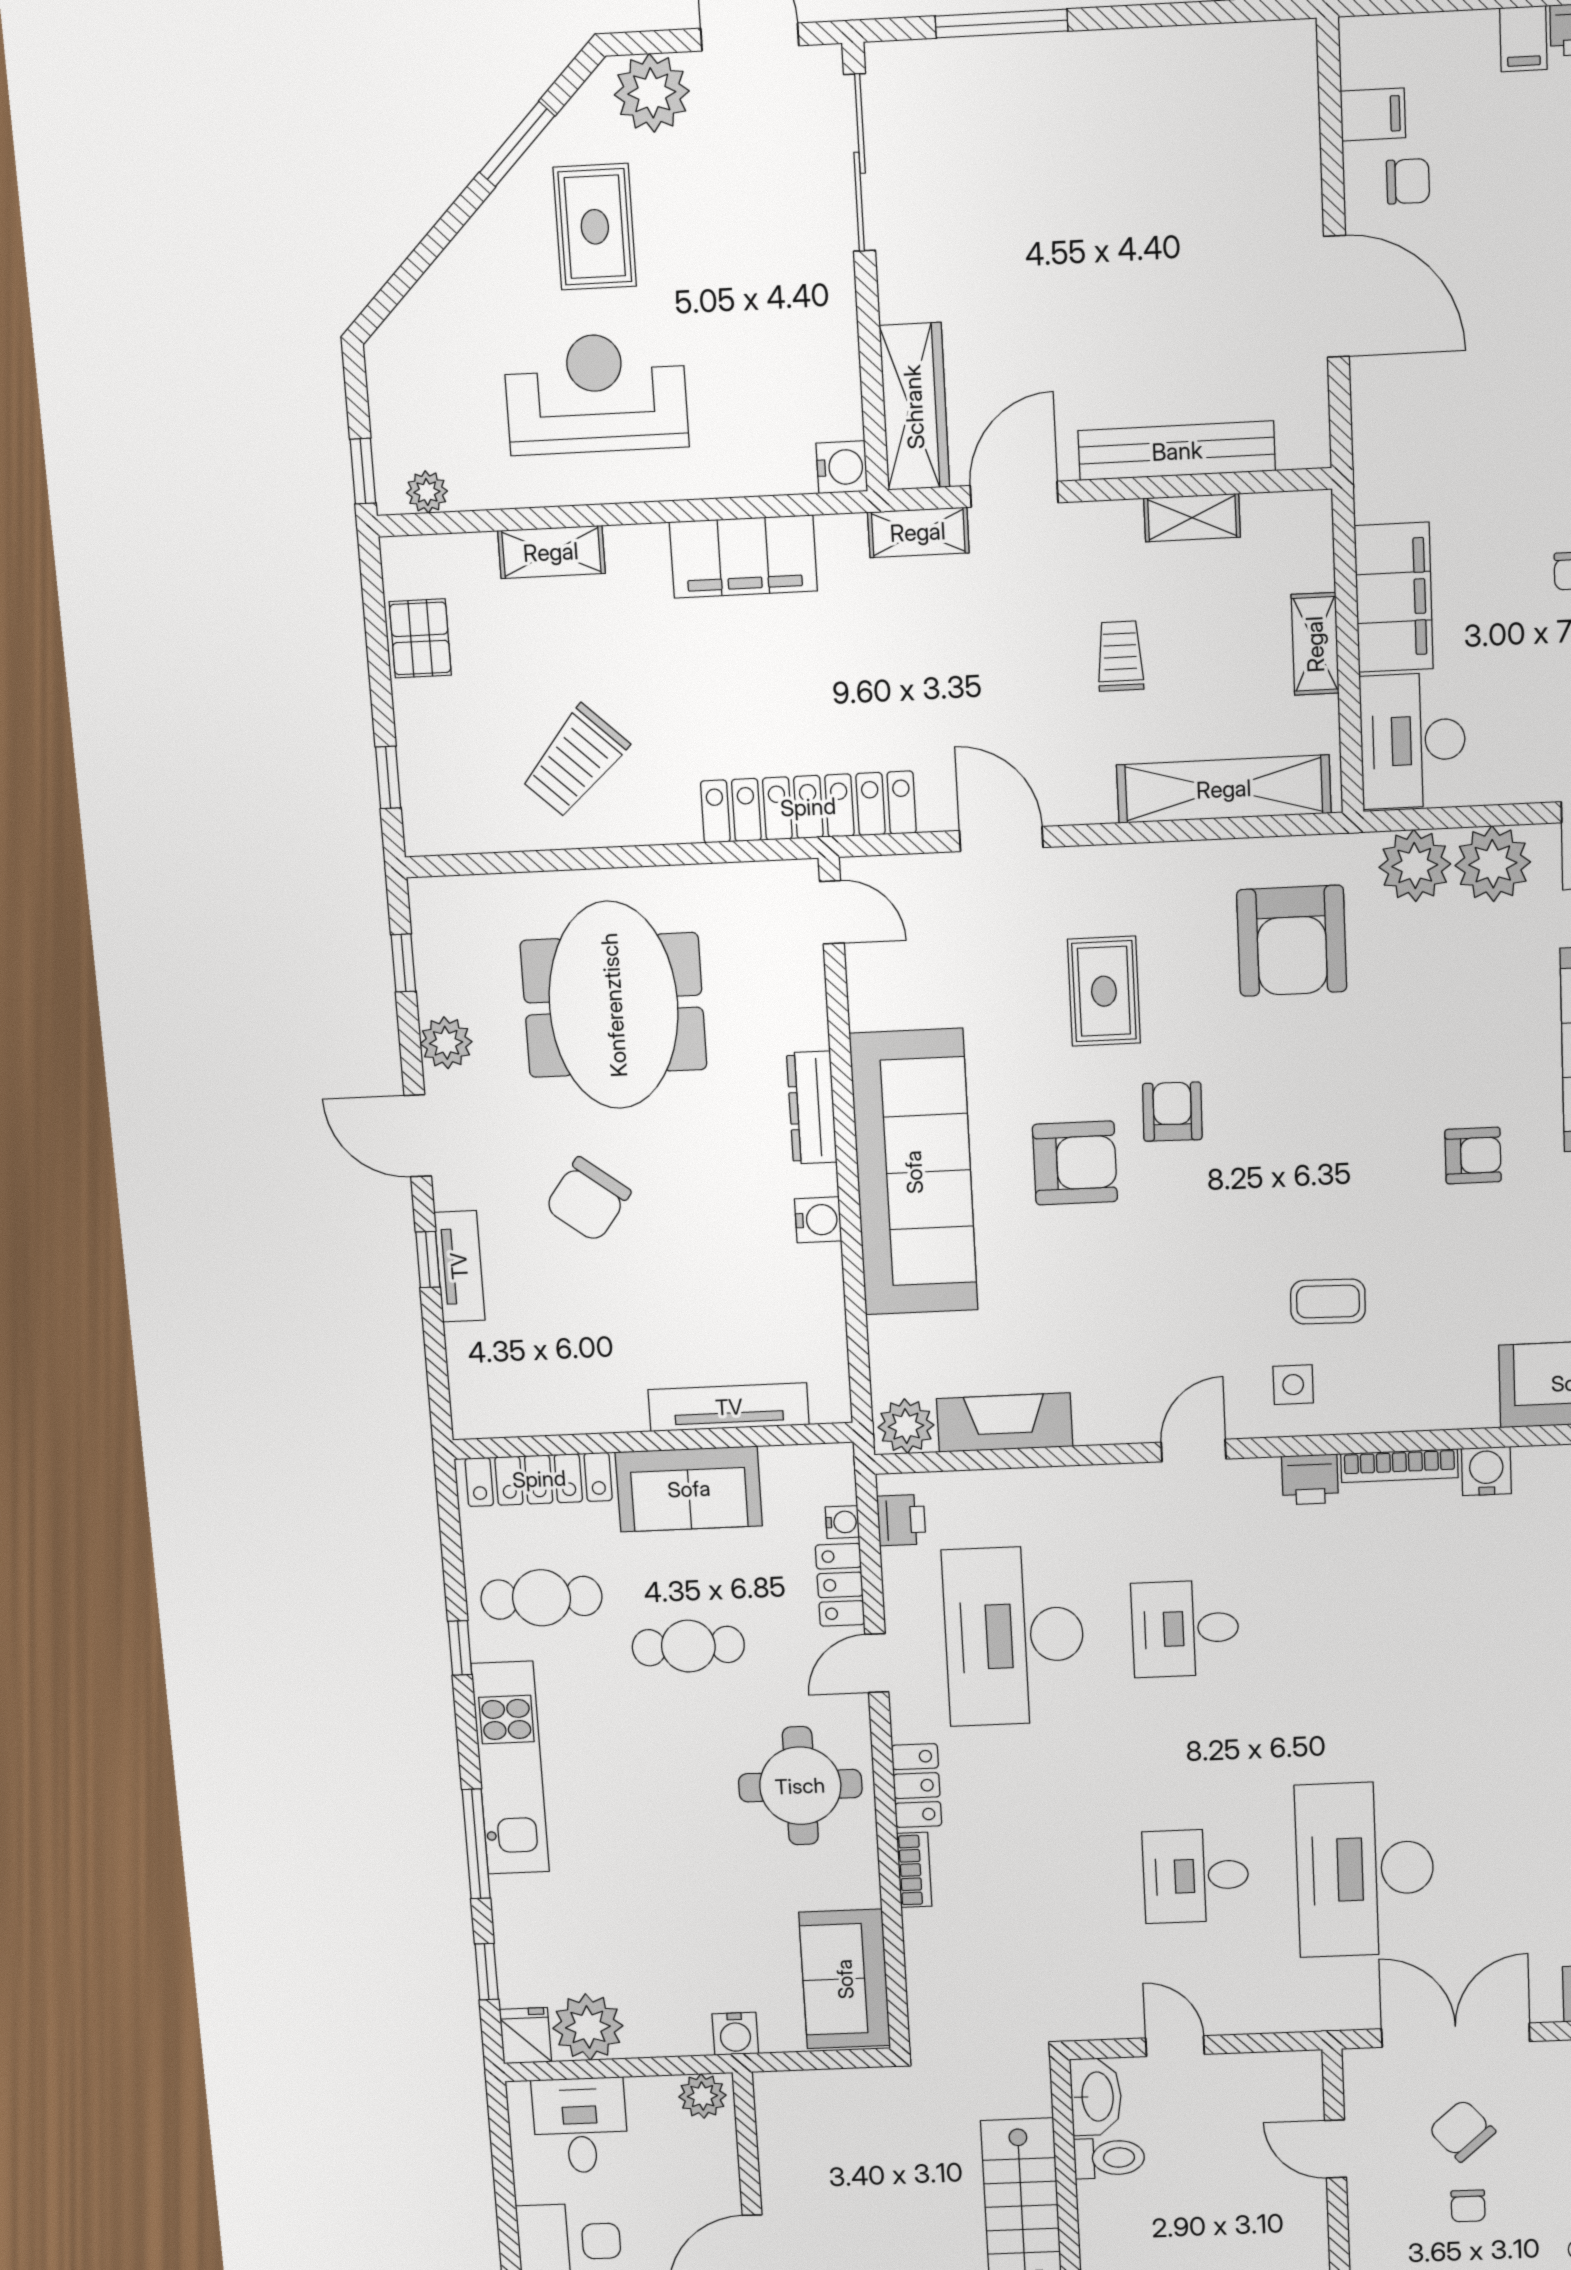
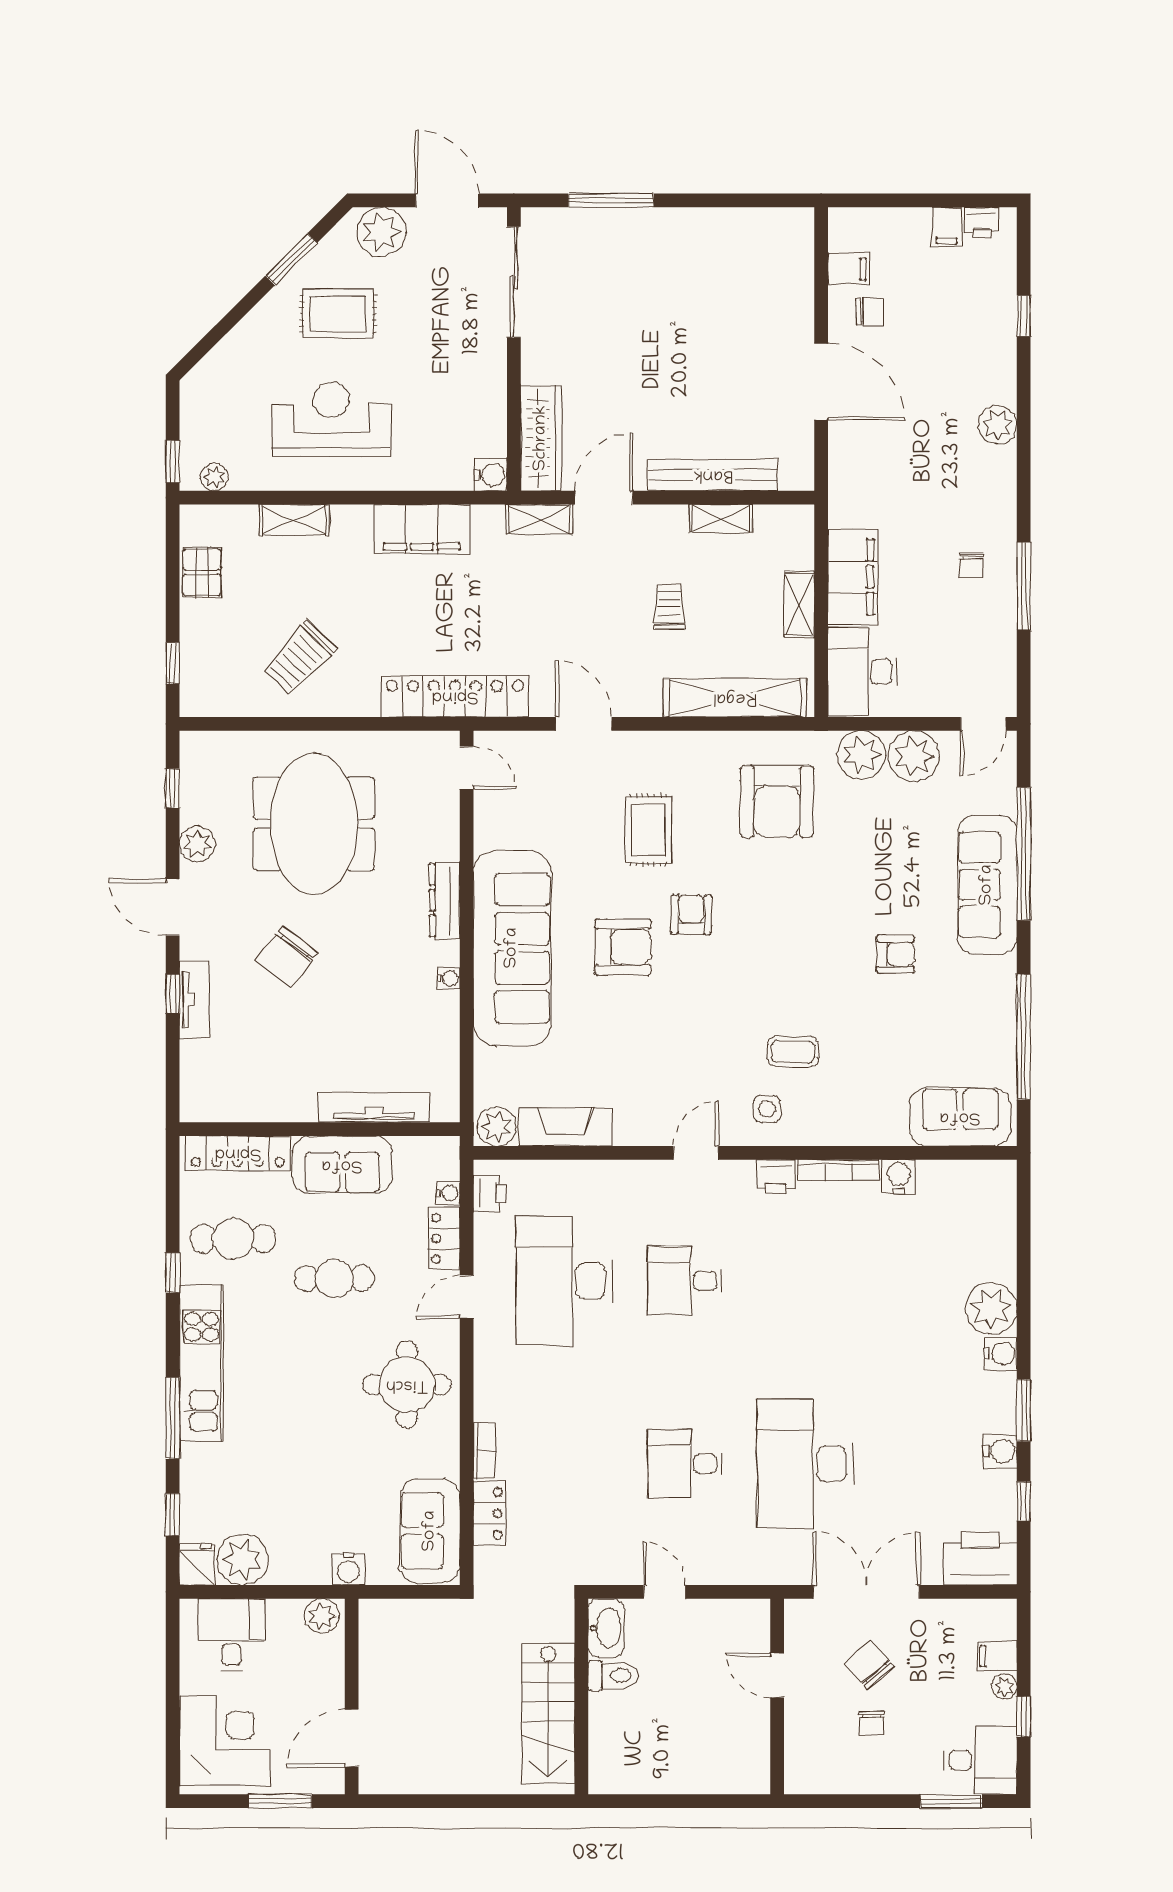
rug: (595, 227) -> (338, 314), turned 90
water cooler: (818, 1220) -> (449, 978), width x0.72, depth x0.72
locker: (917, 1786) -> (490, 1513), moved

